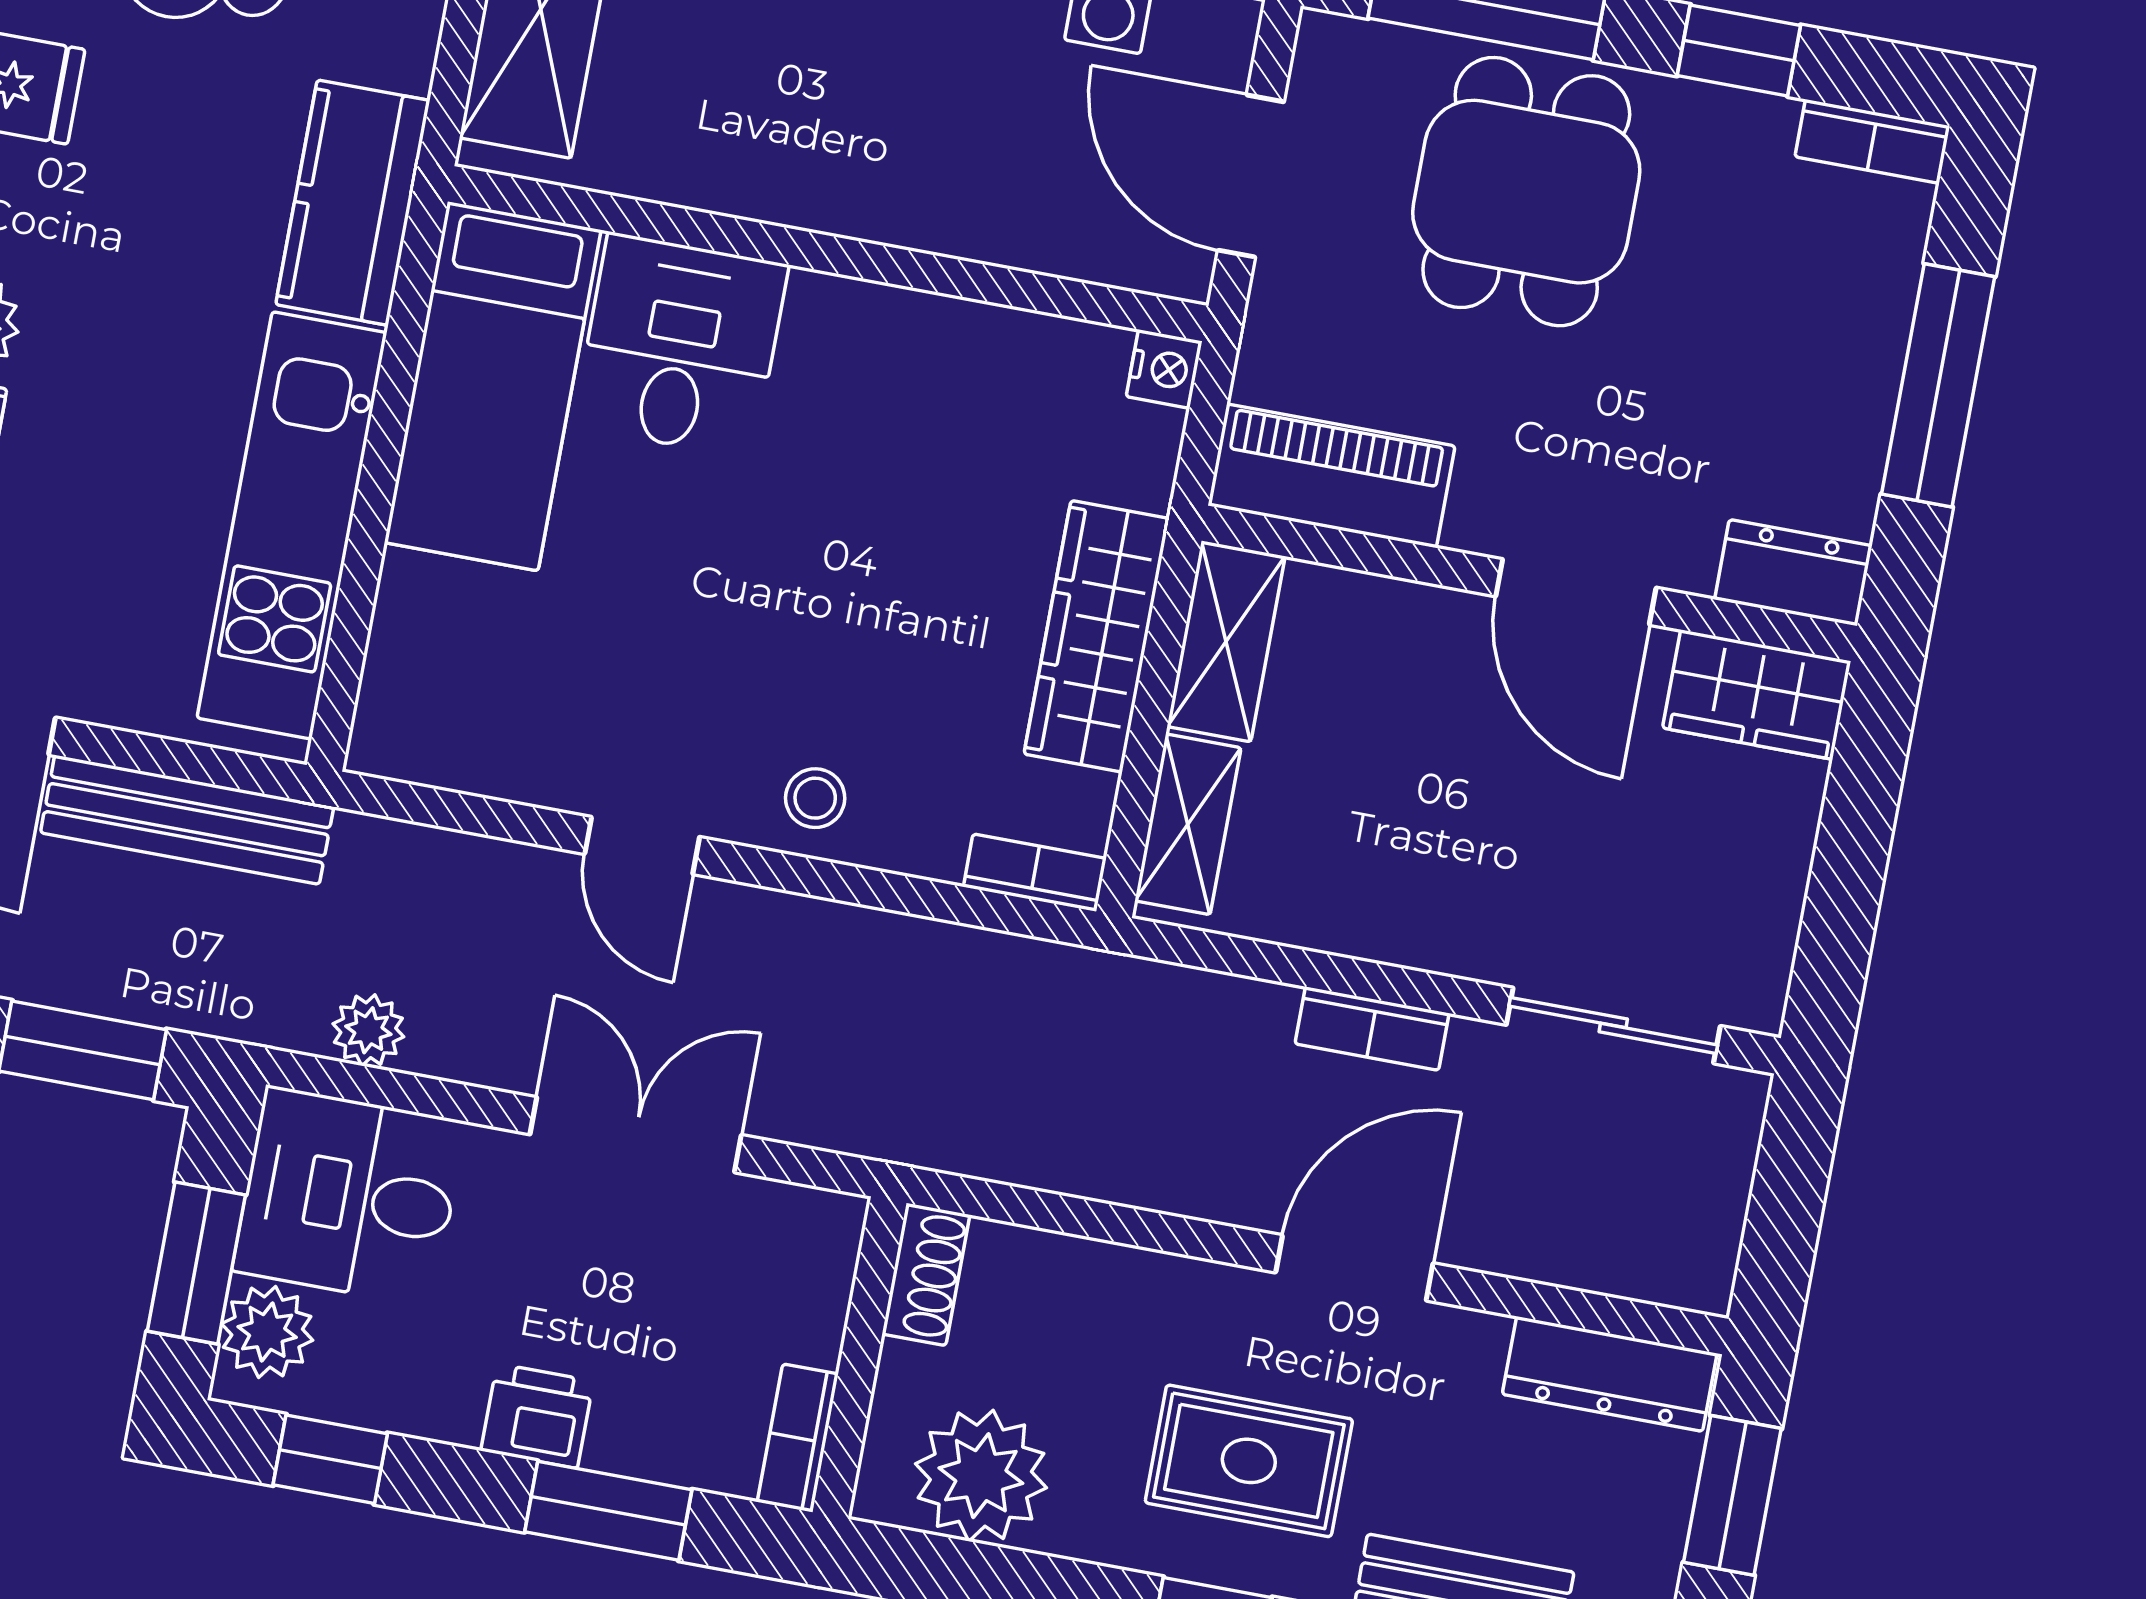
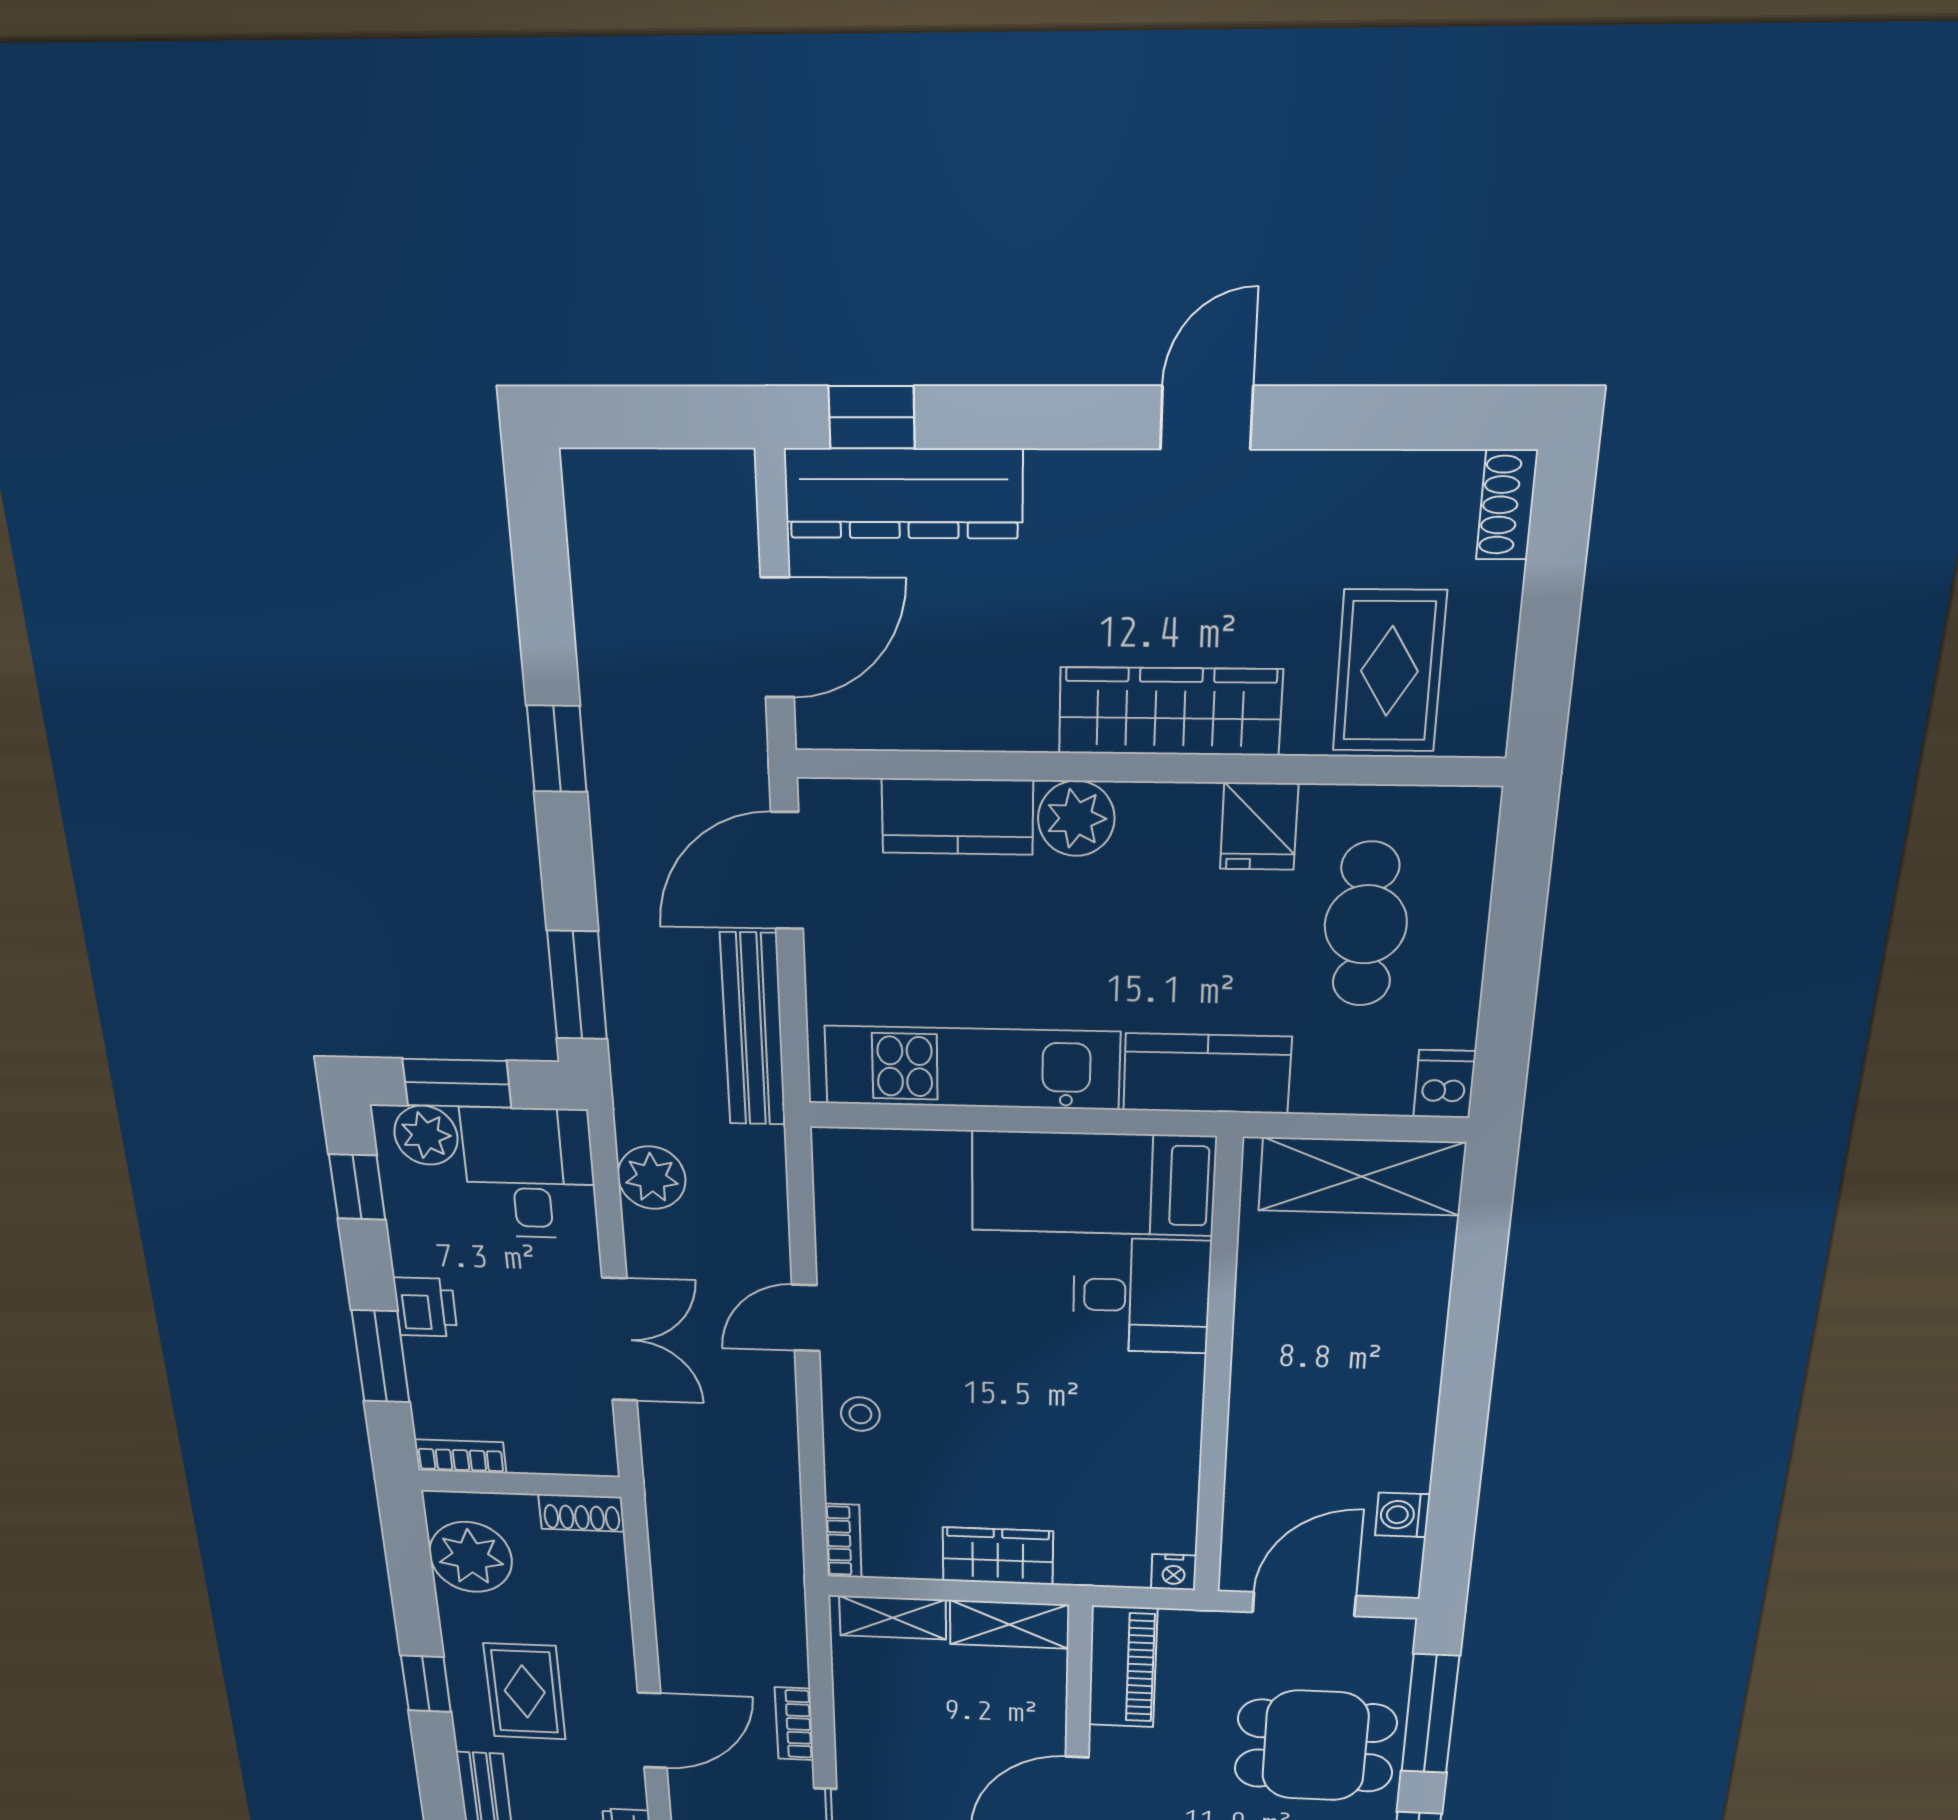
wardrobe: (1097, 636) -> (998, 1556), width x0.67
plant: (368, 1030) -> (652, 1178), width x1.38, depth x1.38
door: (1354, 1268) -> (652, 1730), hinge flipped

